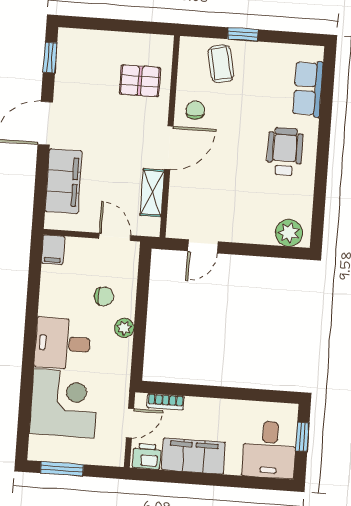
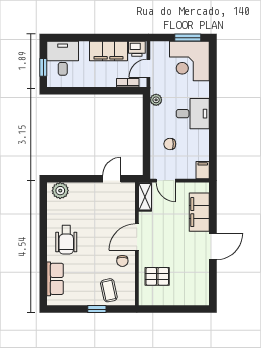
window: (50, 58) -> (213, 287), removed
shelving: (152, 193) -> (145, 197), moved
plant: (124, 328) -> (156, 100), moved
corner desk: (64, 403) -> (189, 61), moved

